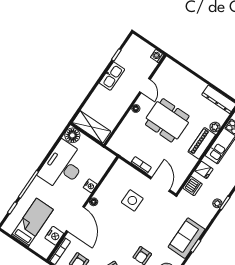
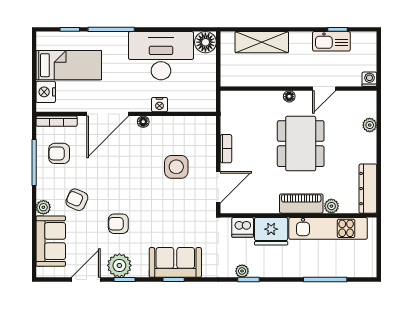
plant: (183, 74) -> (370, 125), added
kitchen sink: (112, 76) -> (331, 41), moved
shelving: (91, 127) -> (262, 42), moved, turned 90
fridge: (204, 170) -> (271, 231), width x1.88, depth x1.34
nightstand: (54, 236) -> (46, 92), moved, turned 90

